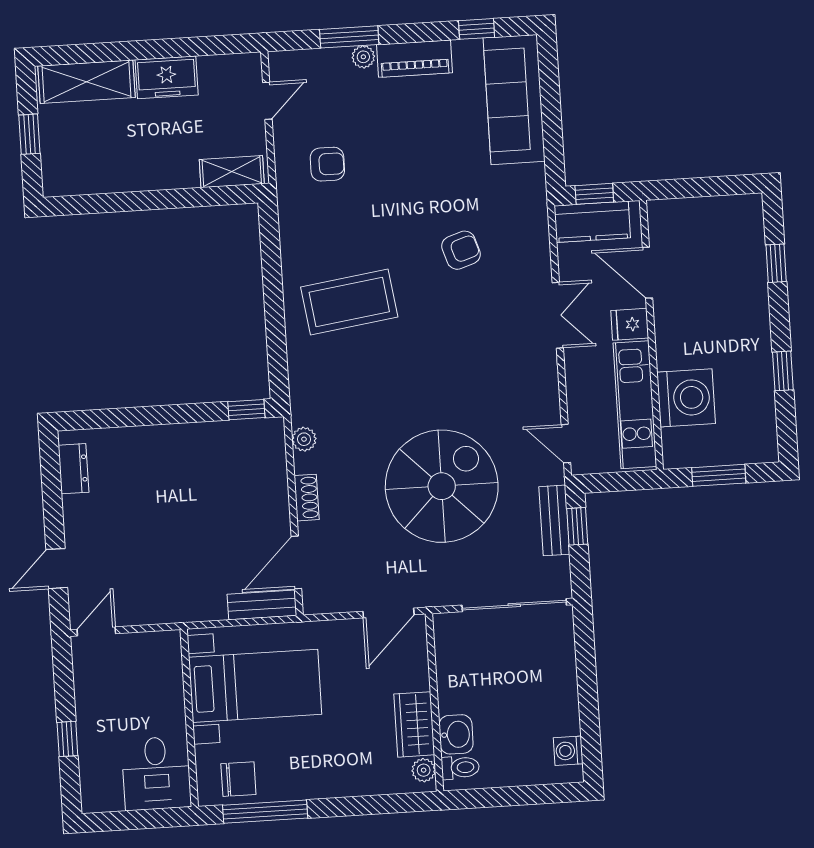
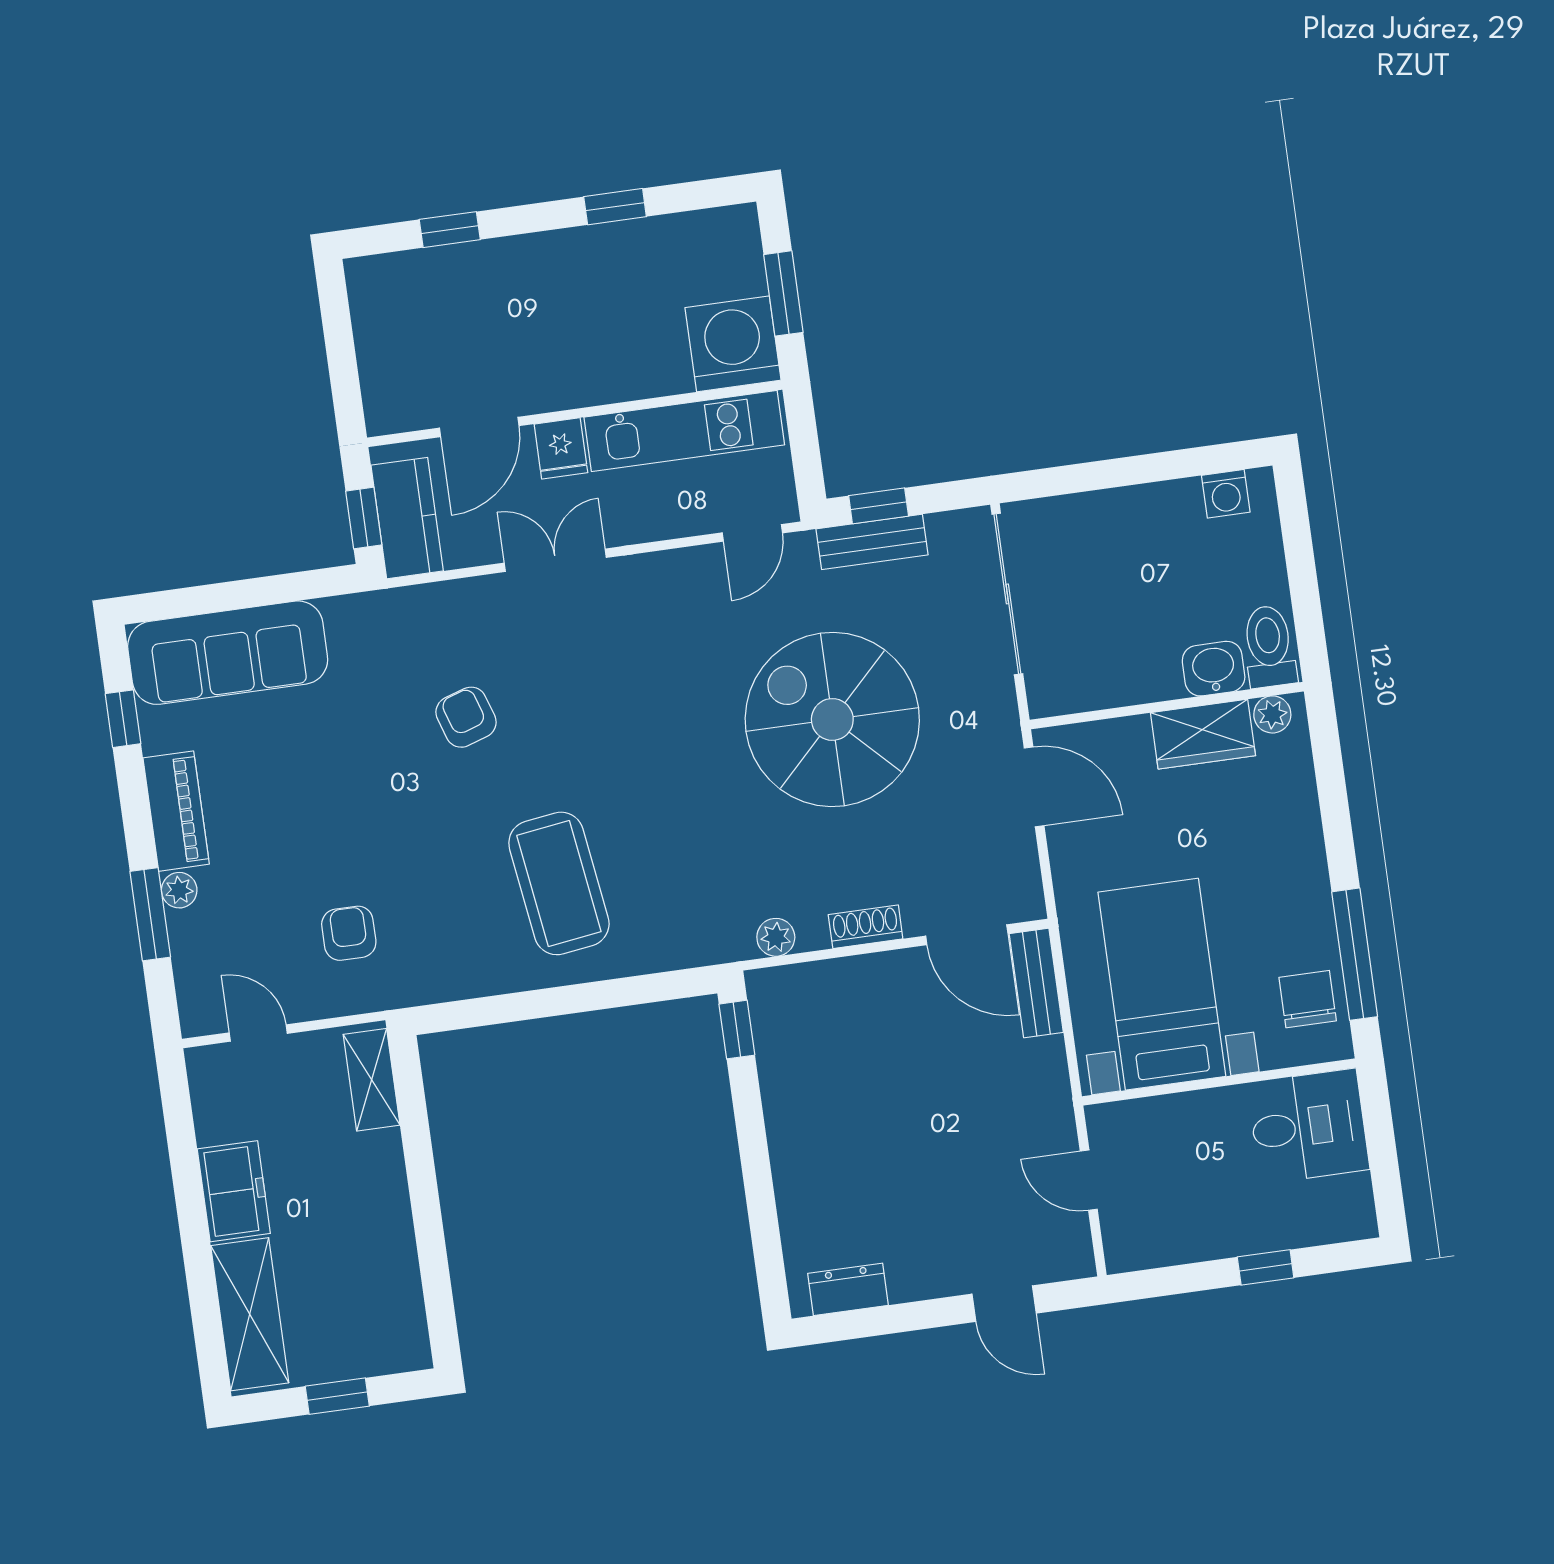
washing machine: (686, 398) -> (733, 344), moved
door: (96, 631) -> (1089, 1180), moved
toilet: (460, 768) -> (1269, 646), width x1.37, depth x1.39

